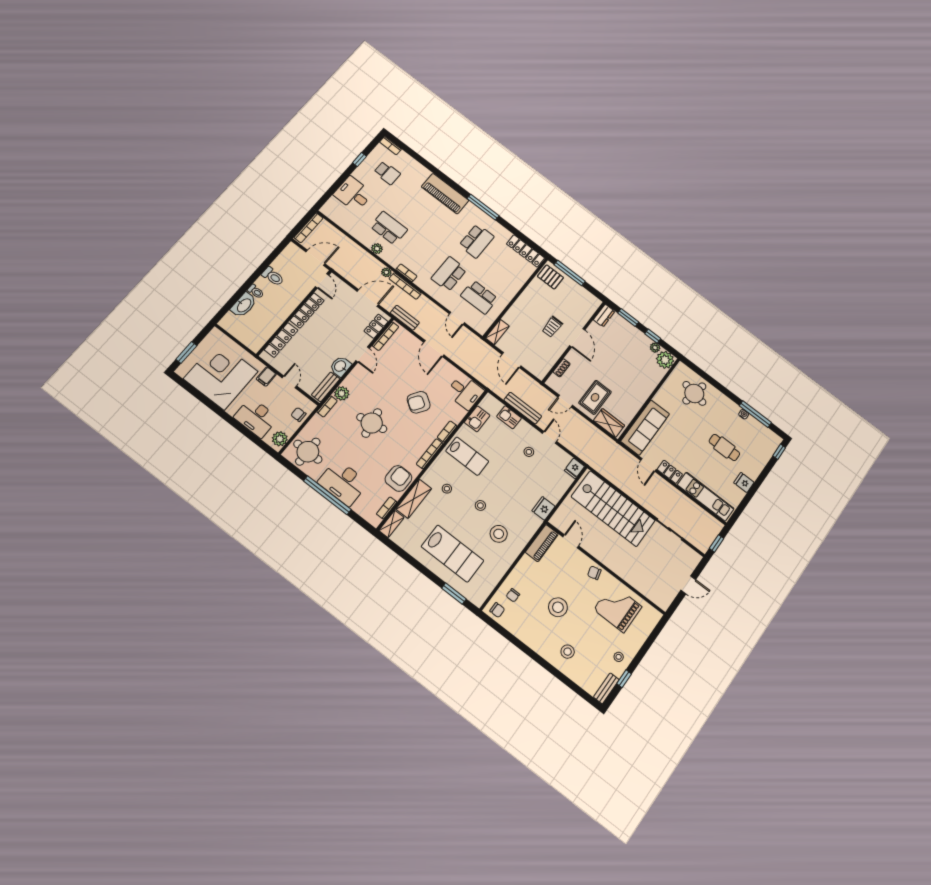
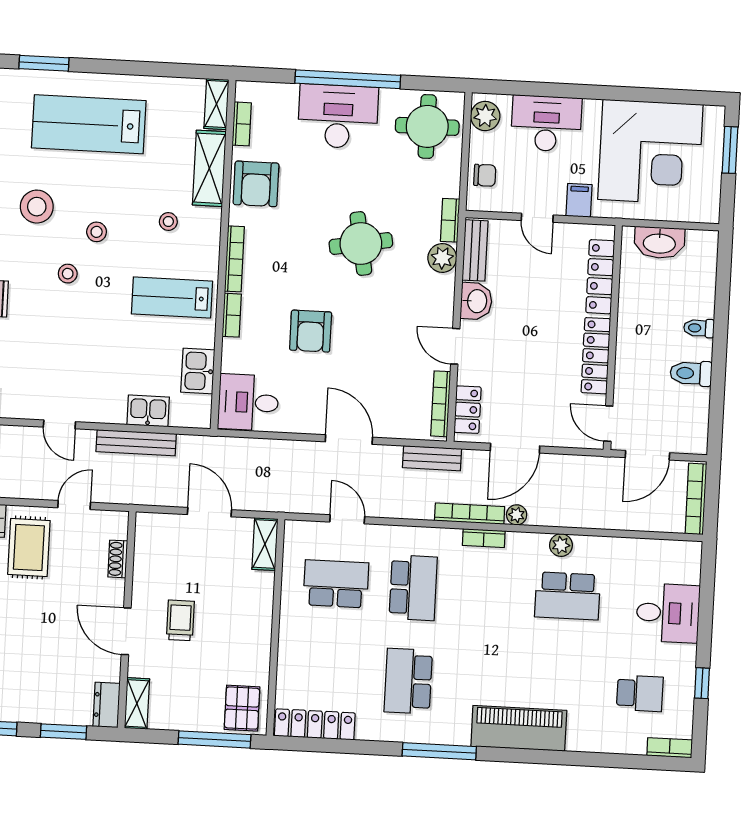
school desk: (387, 173) -> (640, 693), turned 180
pallet: (550, 277) -> (242, 708), turned 90
washbasin: (244, 305) -> (659, 243), moved, turned -90
shelving: (592, 308) -> (137, 704), added
armchair: (419, 402) -> (311, 331), turned 146
stool: (529, 452) -> (68, 274), moved

